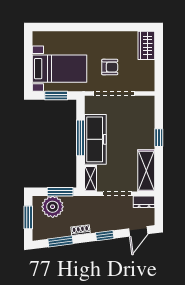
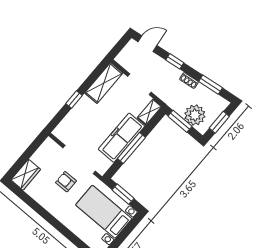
dresser: (144, 202) -> (125, 62), removed

